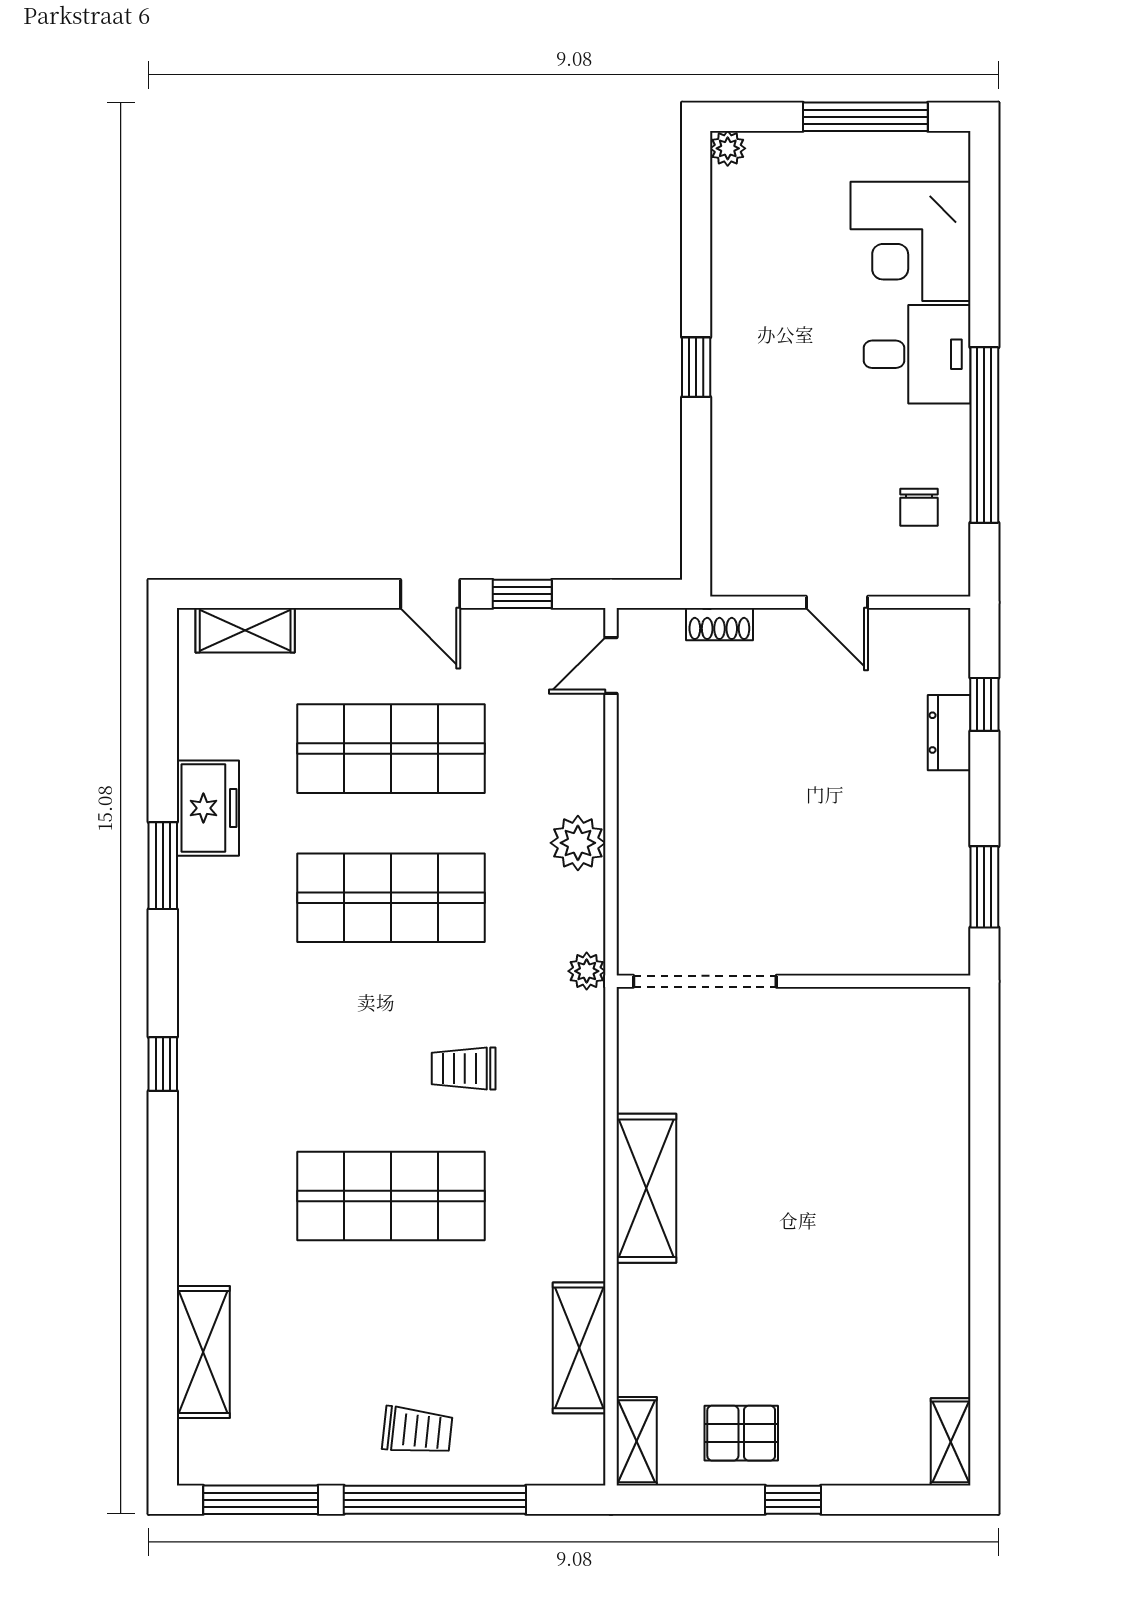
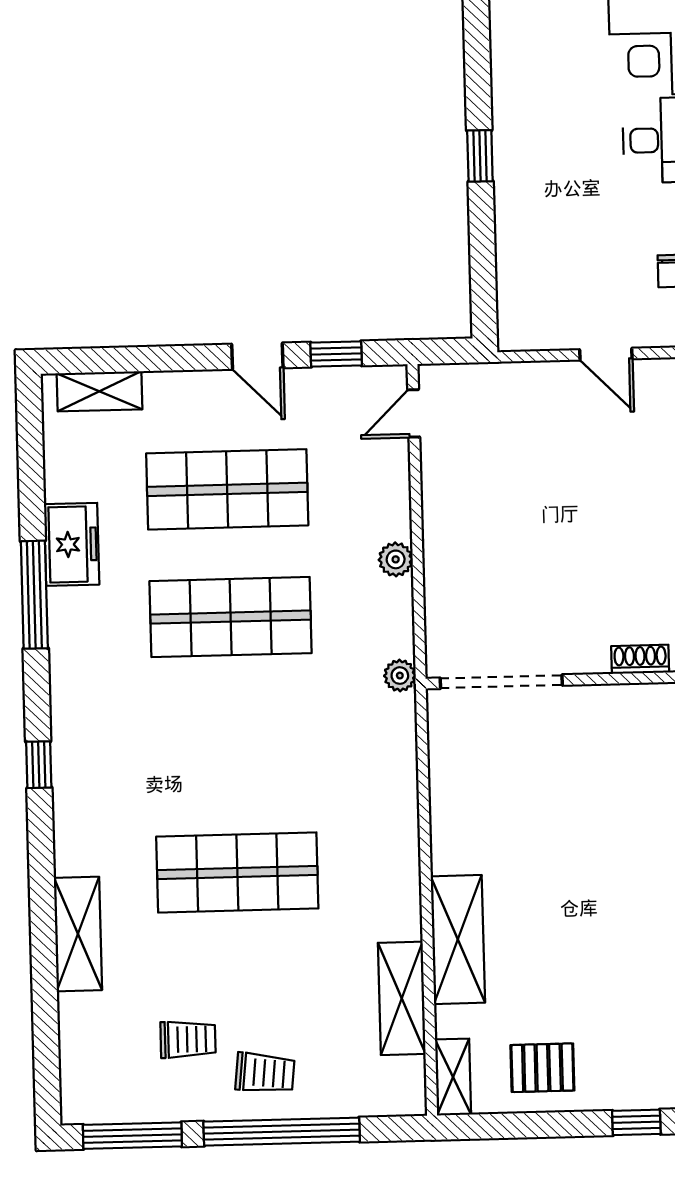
shoe rack: (719, 624) -> (640, 659), moved, turned 180
plant: (578, 843) -> (396, 559), width x0.73, depth x0.73
window: (163, 866) -> (34, 595), width x1.44
trolley: (464, 1069) -> (188, 1039), moved, turned 180
shelving: (646, 1188) -> (458, 939), moved
shelving: (203, 1352) -> (78, 934), moved
window: (793, 1500) -> (636, 1122), moved

